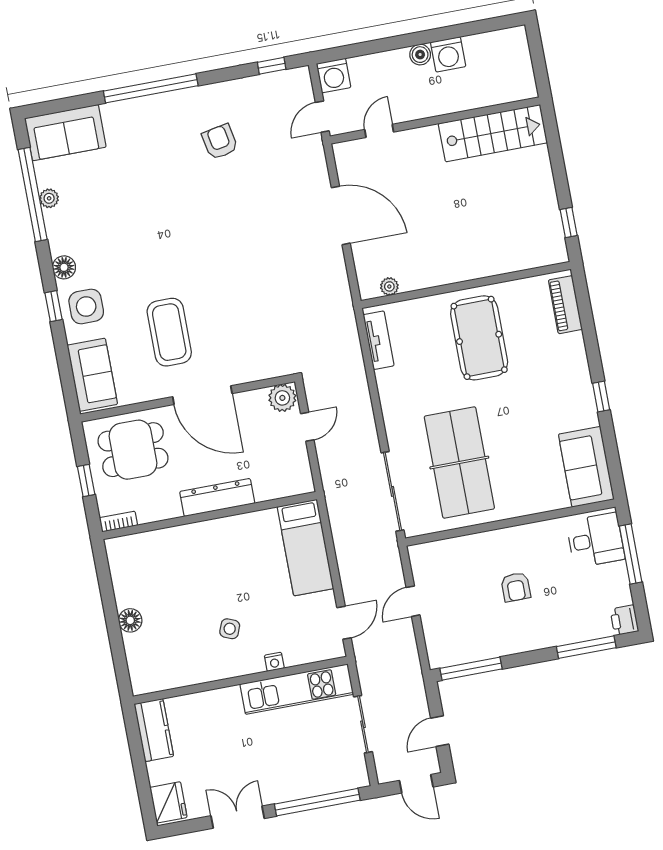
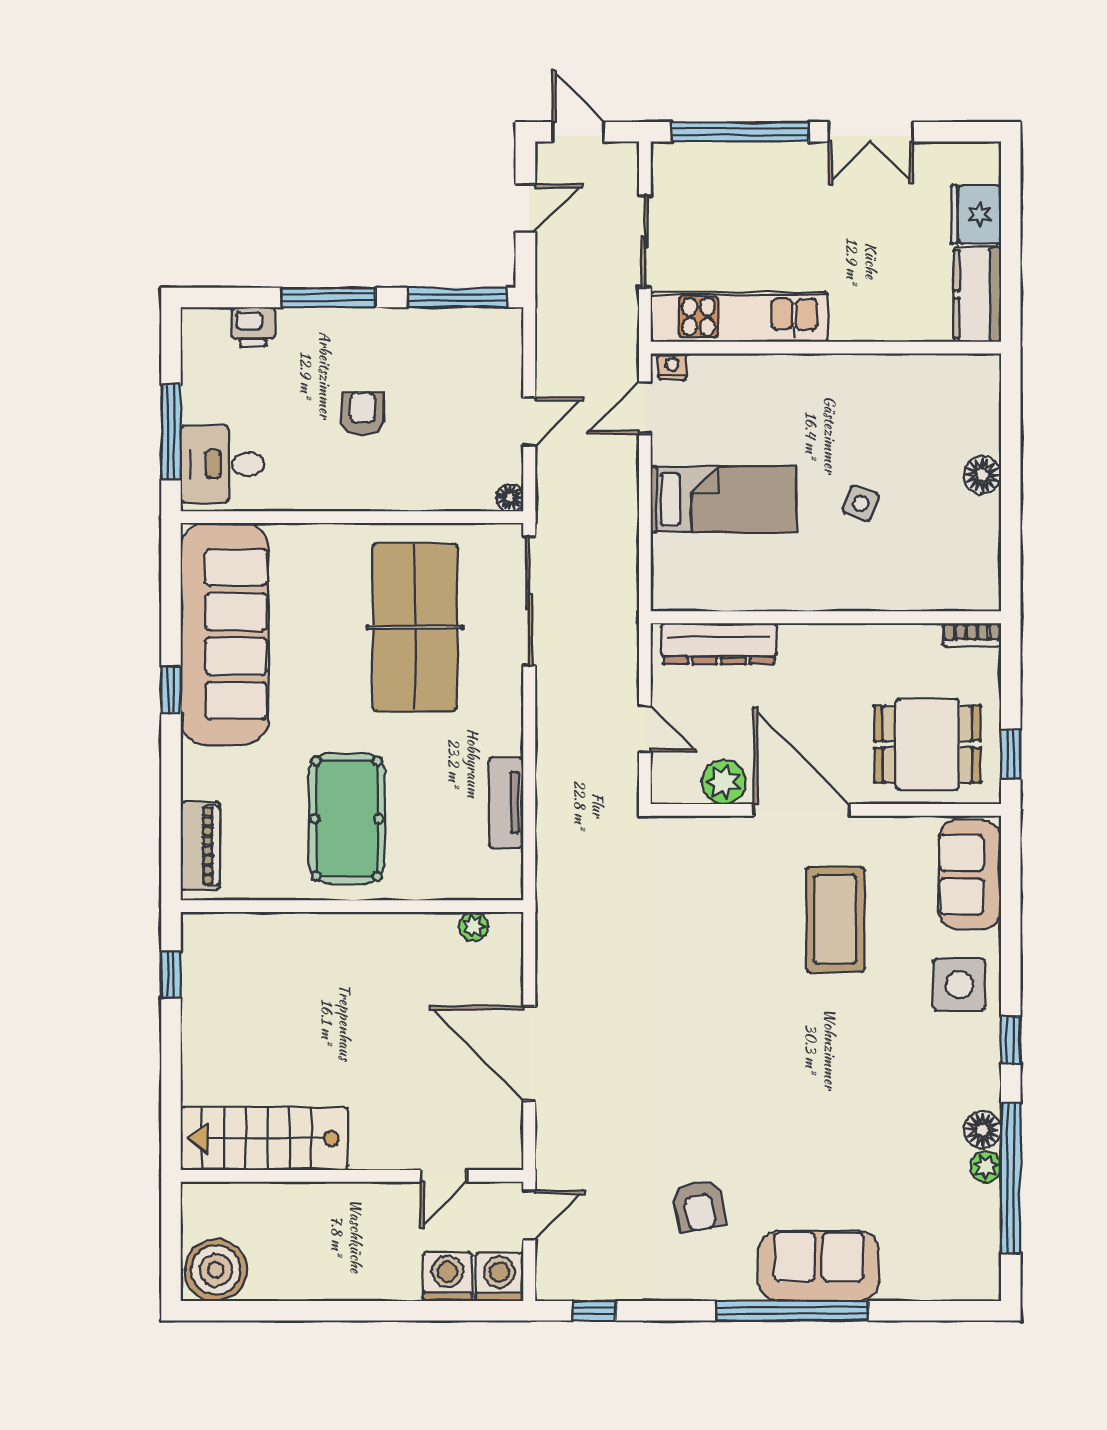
washing machine: (448, 54) -> (448, 1276), moved
boiler: (420, 55) -> (216, 1270), moved, width x1.86, depth x1.86
sofa: (65, 133) -> (819, 1266), moved
floor lamp: (64, 267) -> (983, 1130), moved
window: (53, 306) -> (1011, 1040), moved
tv unit: (379, 340) -> (506, 802), moved
plant: (282, 398) -> (724, 782), moved
door: (307, 427) -> (645, 729), swing flipped
sofa: (586, 467) -> (225, 634), width x1.85, depth x1.27
window: (86, 481) -> (1011, 755), moved
dresser: (217, 497) -> (719, 644), moved
bed: (305, 548) -> (724, 499), moved, turned 90
floor lamp: (416, 552) -> (510, 498), added
printer: (624, 620) -> (253, 327), moved, turned 90
side table: (230, 629) -> (861, 503), moved
window: (586, 647) -> (329, 297), moved
nightstand: (274, 662) -> (672, 367), moved
fridge: (168, 802) -> (976, 214), moved

